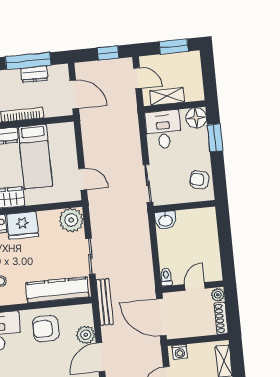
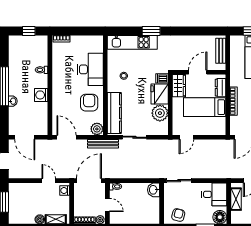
plant: (71, 220) -> (160, 113), moved
plant: (86, 335) -> (97, 129), moved

